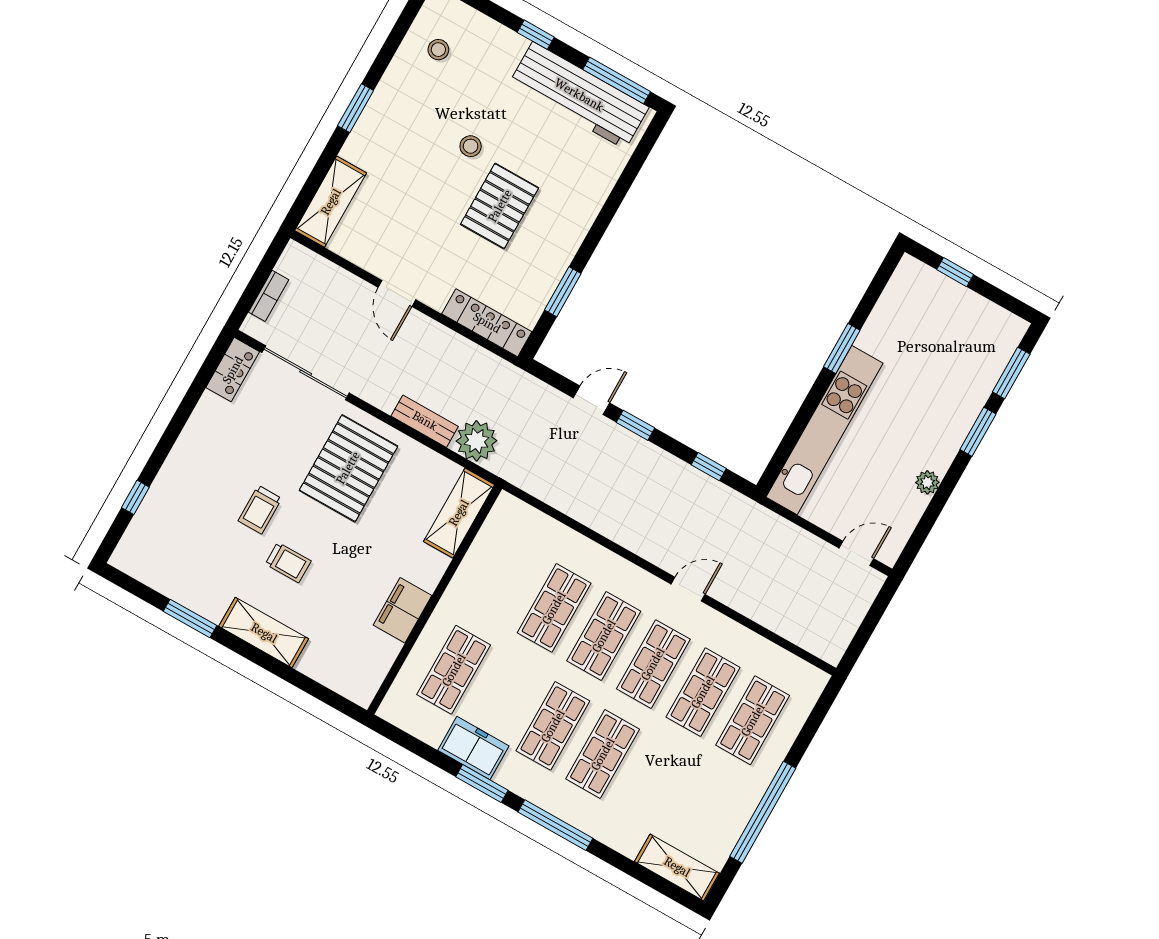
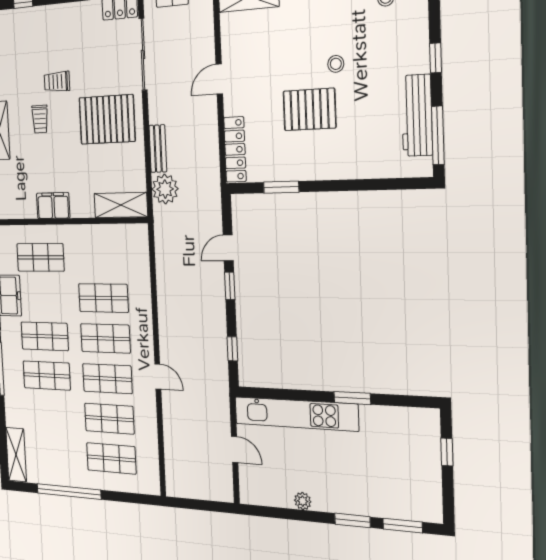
workbench: (579, 95) -> (417, 115), width x0.73, depth x0.76
door: (592, 400) -> (228, 248), swing flipped
door: (856, 553) -> (235, 449), moved

